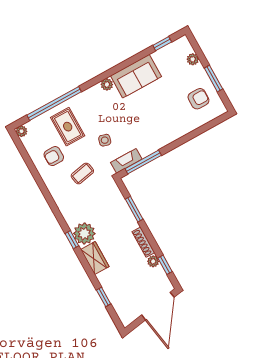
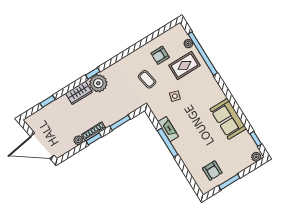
plant: (193, 59) -> (256, 157), moved
plant: (107, 84) -> (220, 96), removed
plant: (22, 131) -> (188, 44), moved
armchair: (54, 156) -> (160, 55), turned -90
fireplace: (126, 161) -> (168, 129), moved
window: (143, 162) -> (168, 143), moved
window: (165, 265) -> (94, 139), moved

